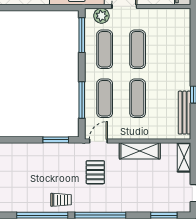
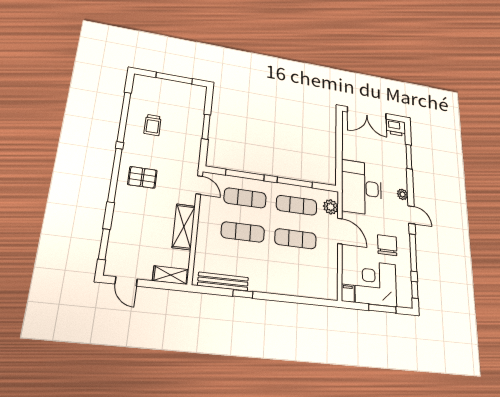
window: (82, 35) -> (295, 182), moved
window: (56, 140) -> (206, 127), moved
pallet: (95, 172) -> (142, 177), moved
trolley: (61, 200) -> (153, 125), moved

